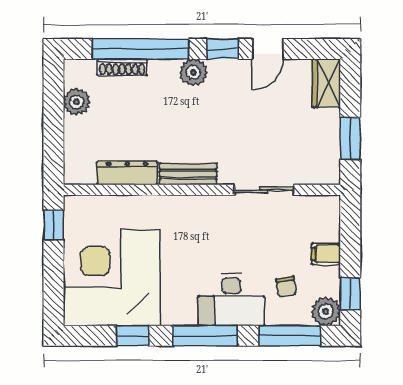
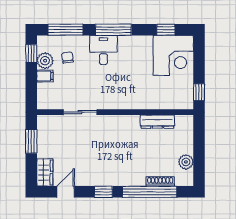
door: (268, 49) -> (66, 192), moved
plant: (193, 72) -> (120, 179), removed
bench: (188, 174) -> (123, 121), removed
corner desk: (112, 278) -> (173, 55), width x0.74, depth x0.74
desk: (231, 300) -> (103, 50), width x0.73
plant: (326, 311) -> (45, 61), moved
window: (132, 336) -> (166, 30), moved

